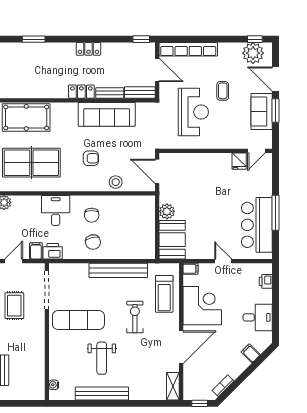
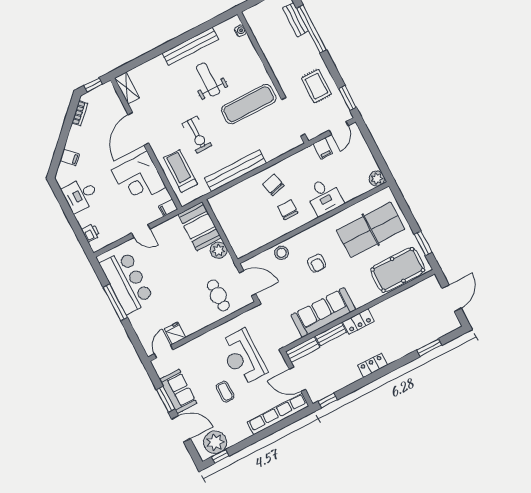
armchair: (91, 158) -> (317, 263), turned -90
cafe table: (187, 174) -> (218, 295), added
printer: (53, 251) -> (307, 156), removed

